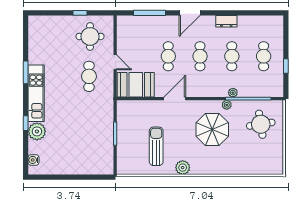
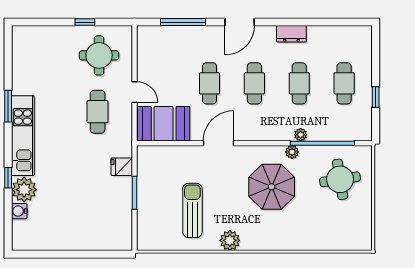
fridge: (106, 115) -> (122, 167), added
water cooler: (33, 160) -> (19, 211), moved

